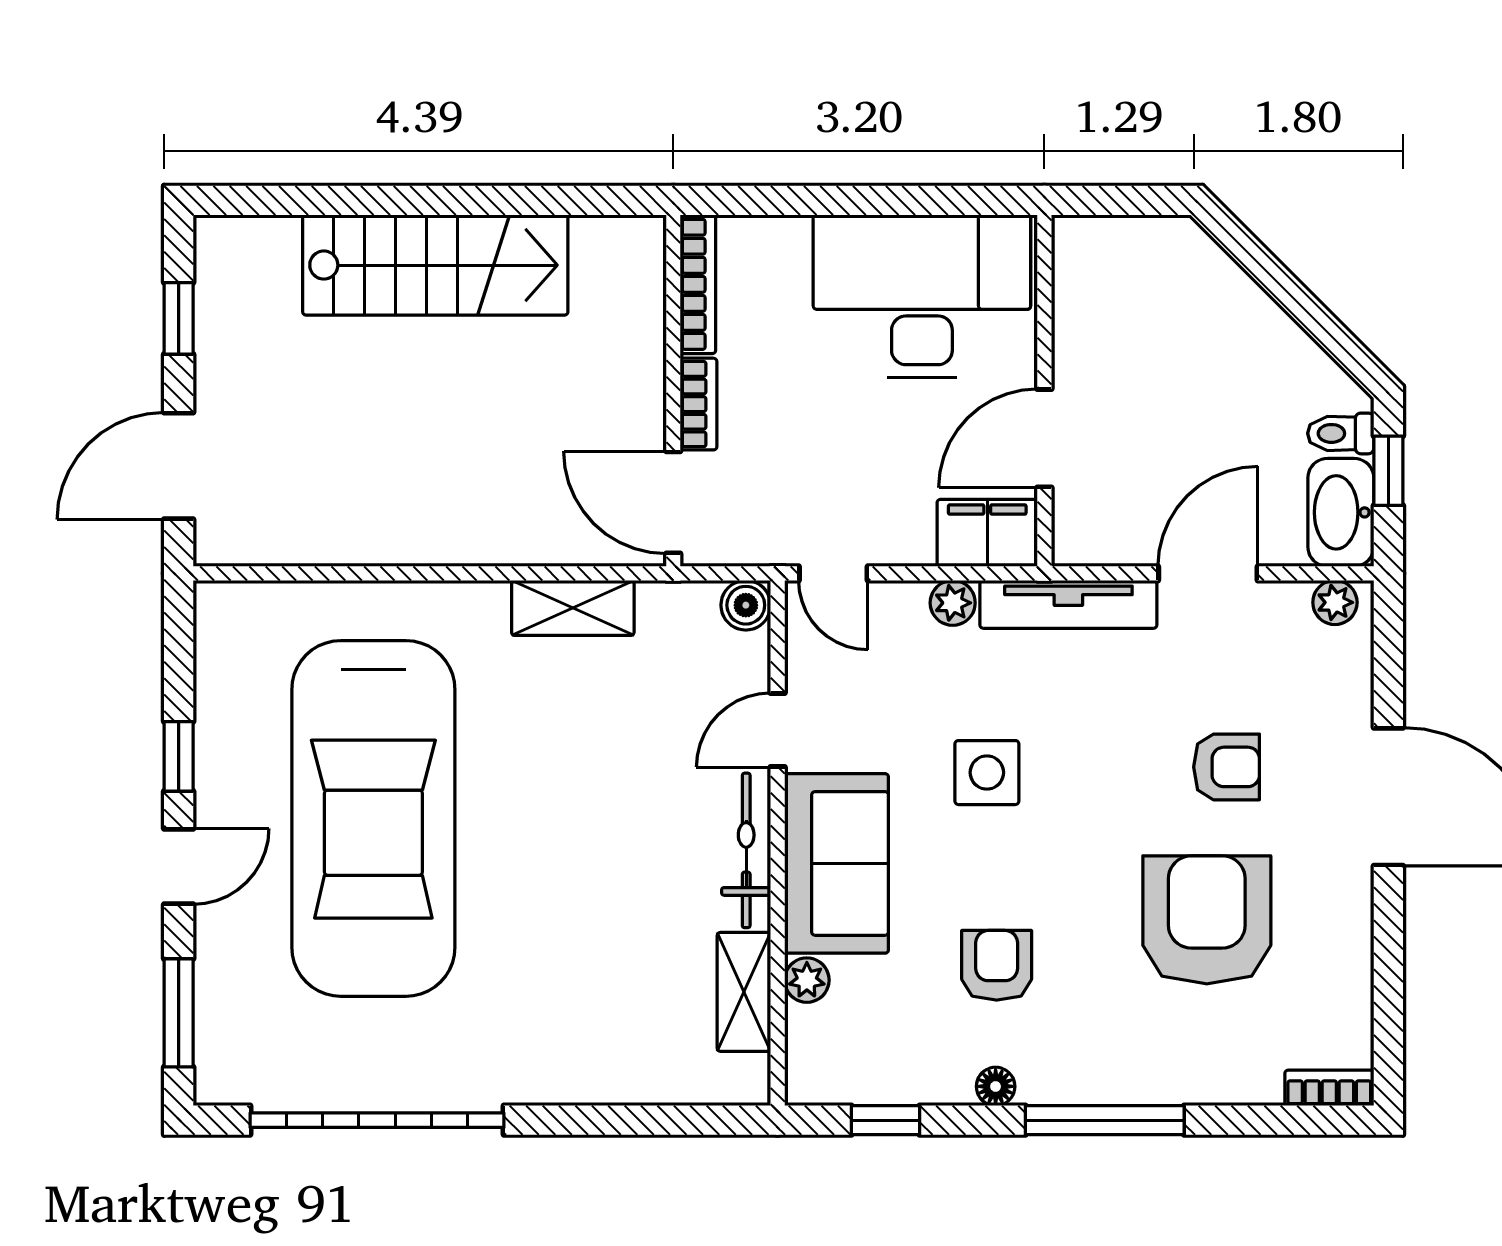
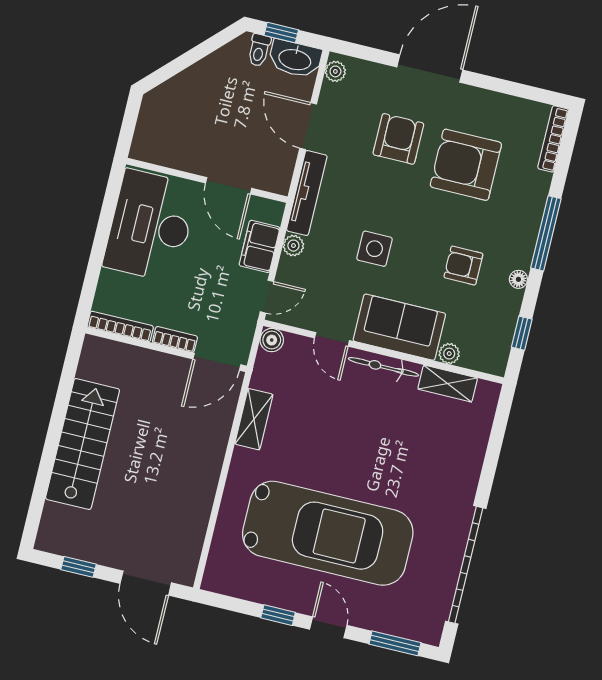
filing cabinet: (987, 533) -> (260, 246), moved
armchair: (1227, 767) -> (398, 139), width x1.38, depth x1.38
bookcase: (1329, 1088) -> (553, 139), width x1.56

